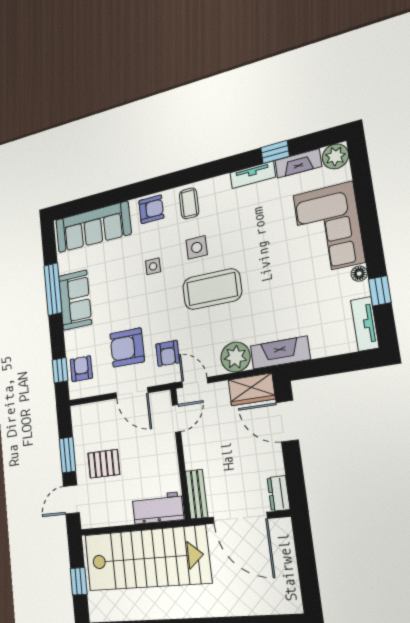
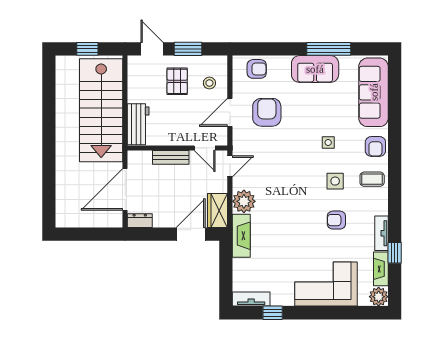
floor lamp: (359, 274) -> (288, 301), removed
coffee table: (212, 289) -> (299, 189), removed
armchair: (168, 353) -> (336, 220), moved
window: (60, 370) -> (259, 49), removed
stool: (102, 423) -> (209, 83), added
bench: (197, 494) -> (171, 157), moved

